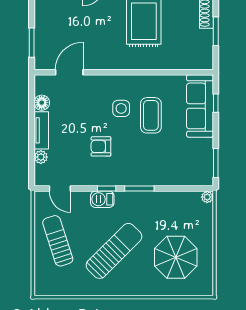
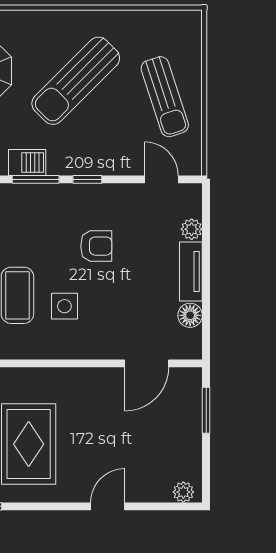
barbecue: (102, 199) -> (27, 162), moved

